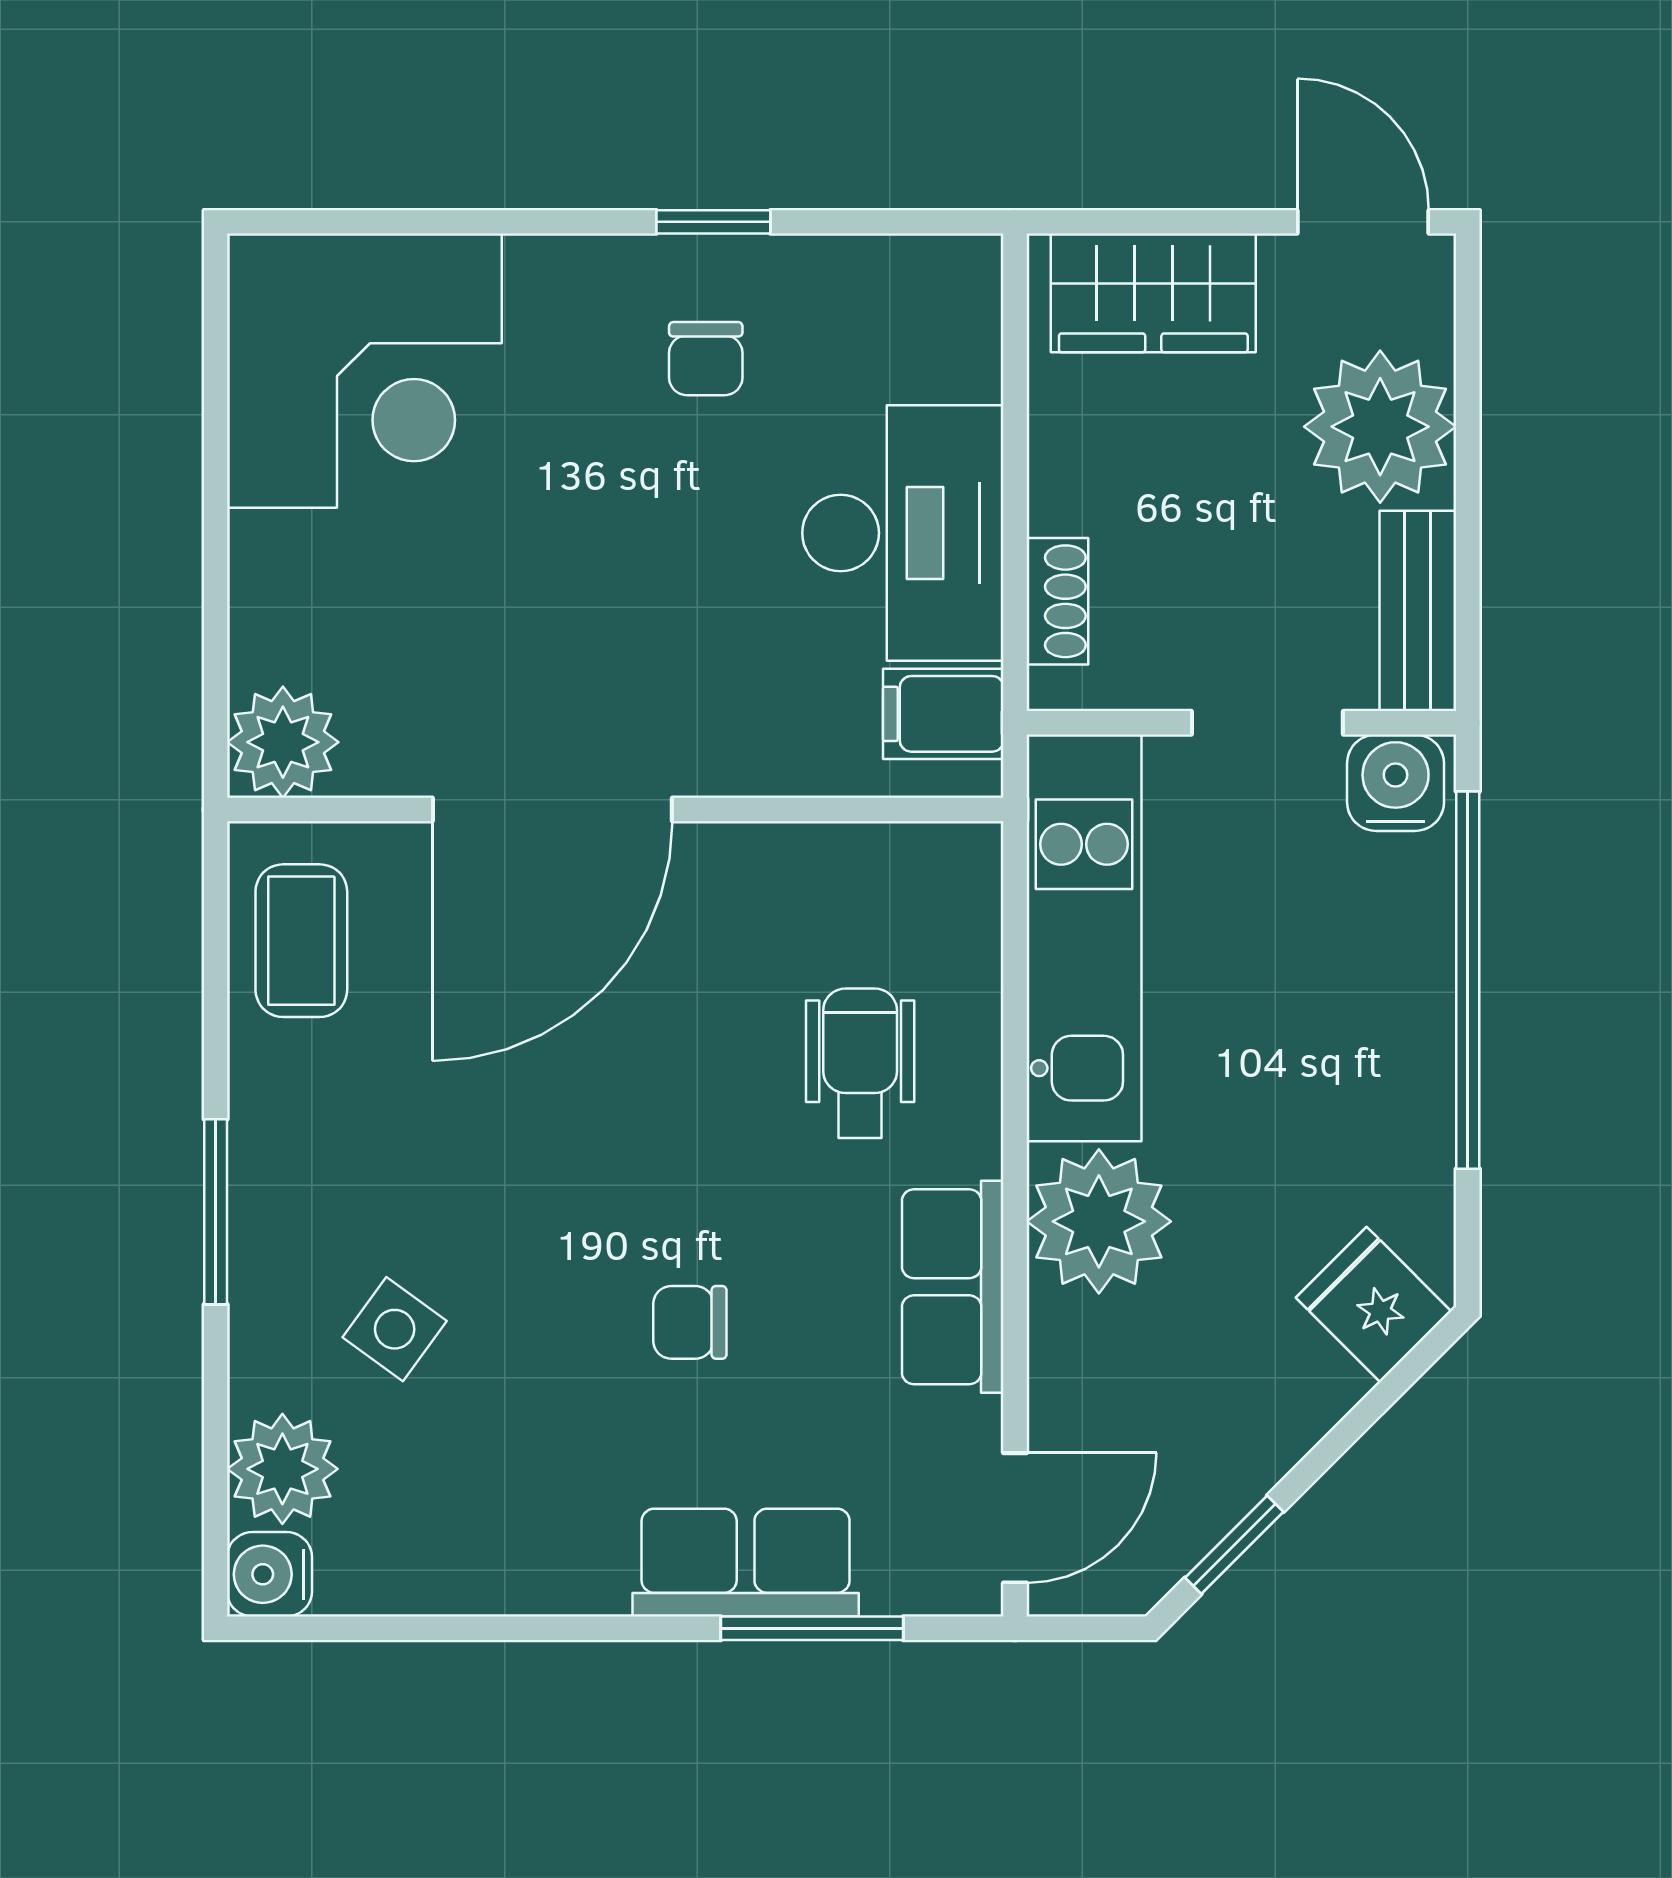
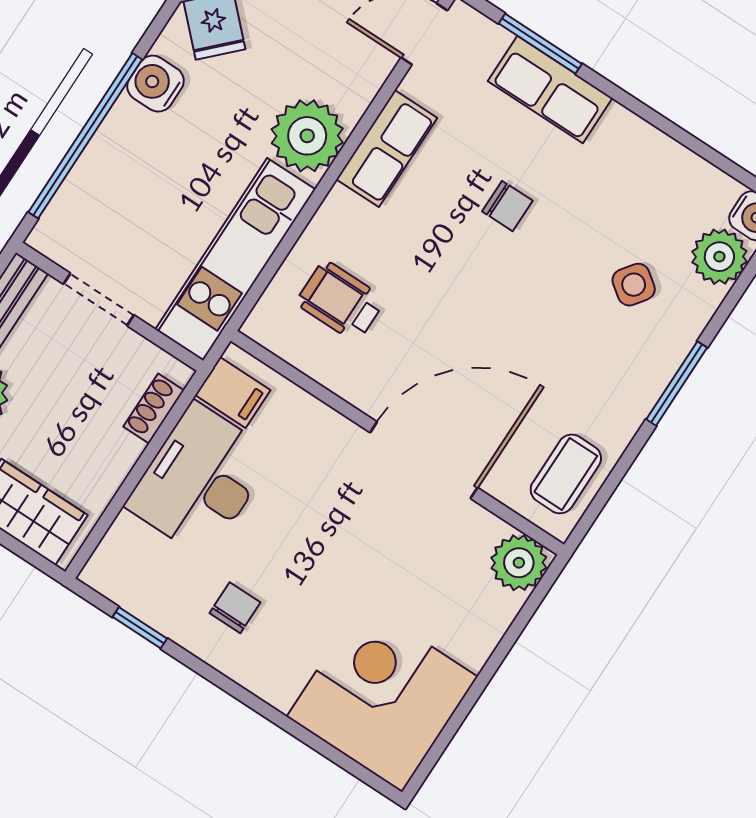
window: (713, 222) -> (140, 628), moved
water cooler: (1396, 783) -> (155, 84), moved, turned 90
wheelchair: (860, 1063) -> (340, 301), moved, turned 90

